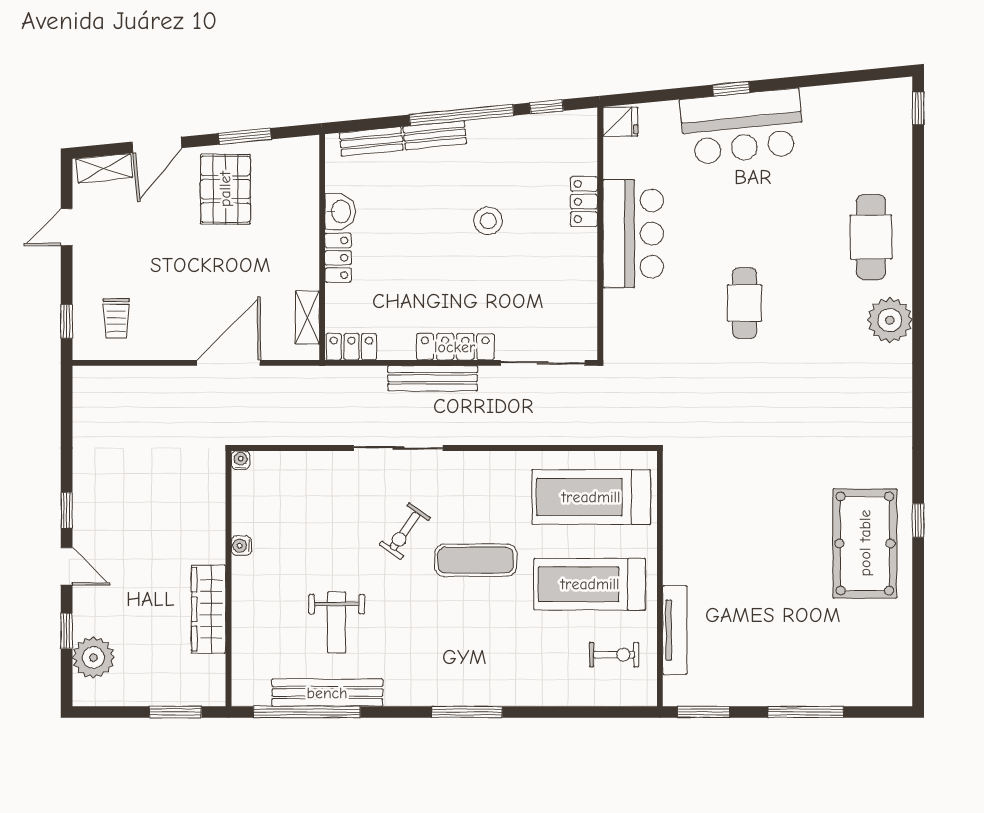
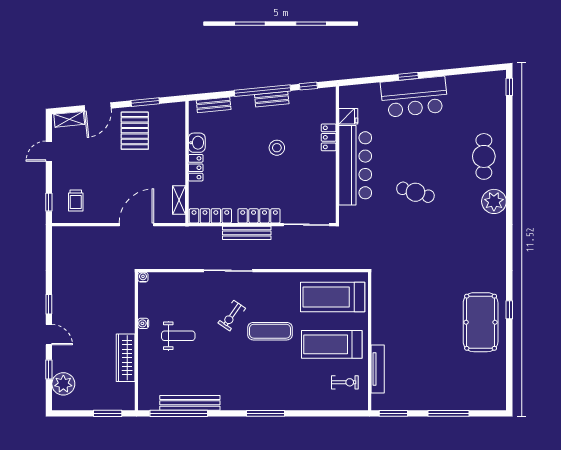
fridge: (620, 122) -> (348, 116), moved
bench: (435, 135) -> (272, 99), moved
bar counter: (633, 234) -> (355, 165), width x1.36
cafe table: (745, 303) -> (415, 192), turned -73
locker: (351, 347) -> (210, 216), width x1.53
weight bench: (337, 622) -> (178, 336), moved, turned -90

